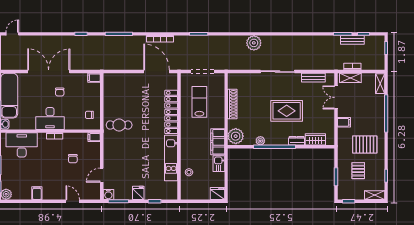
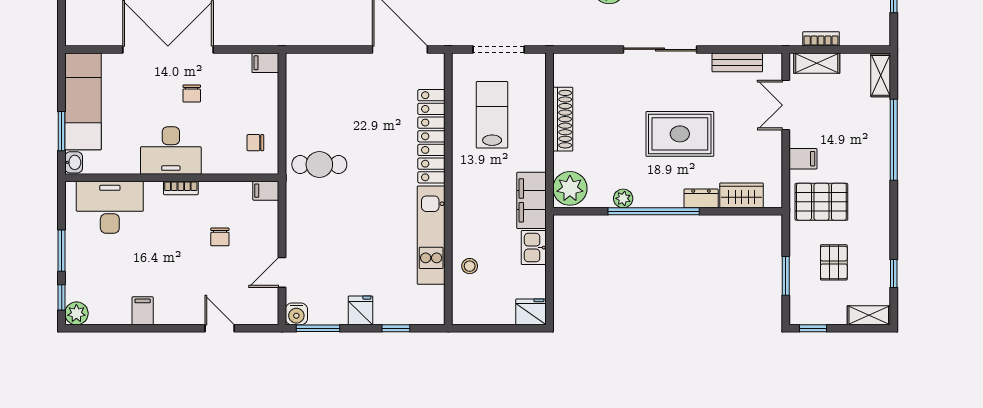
pallet: (365, 144) -> (821, 202), moved

